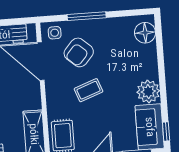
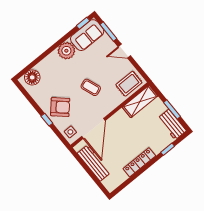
window: (87, 16) -> (47, 120), width x0.46
armchair: (79, 52) -> (60, 107), moved

